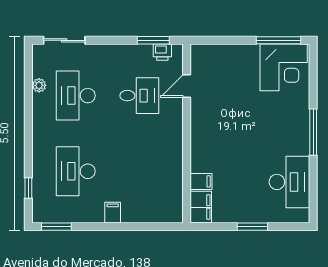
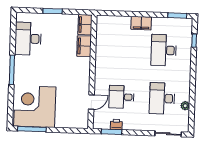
printer: (162, 52) -> (116, 125), moved
corner desk: (284, 67) -> (35, 107), width x1.36, depth x1.36
desk: (76, 96) -> (162, 98), turned 180
desk: (76, 171) -> (164, 50), turned 180
filing cabinet: (201, 181) -> (84, 46), width x2.00
filing cabinet: (113, 213) -> (141, 23), width x2.00

